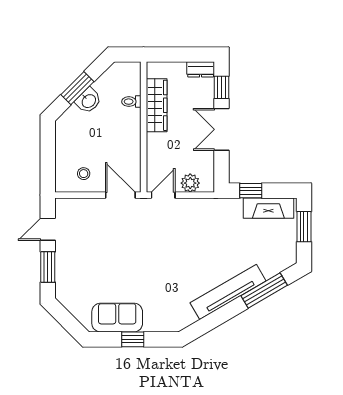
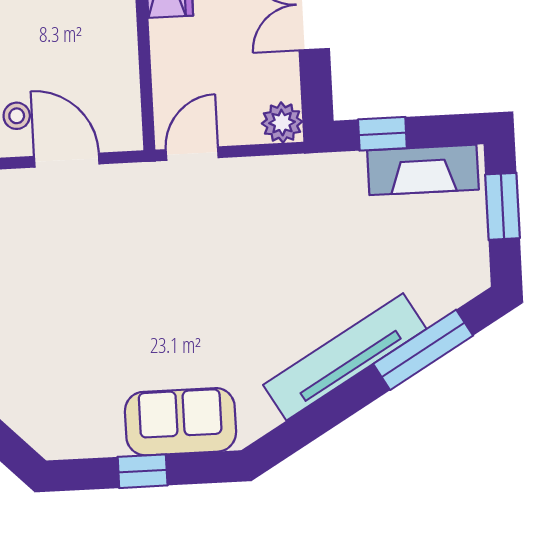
plant: (190, 183) -> (282, 123), moved
door: (120, 195) -> (67, 160), moved
sofa: (117, 318) -> (180, 422), moved

